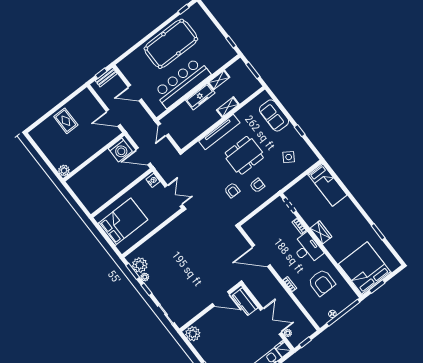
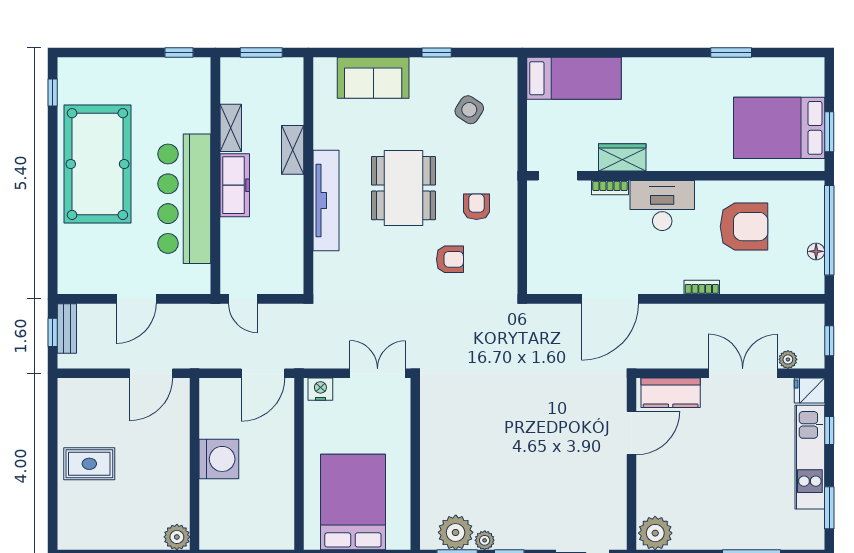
washing machine: (120, 150) -> (219, 459), moved
wardrobe: (321, 232) -> (622, 157), moved
bed: (365, 268) -> (779, 128), width x0.73

